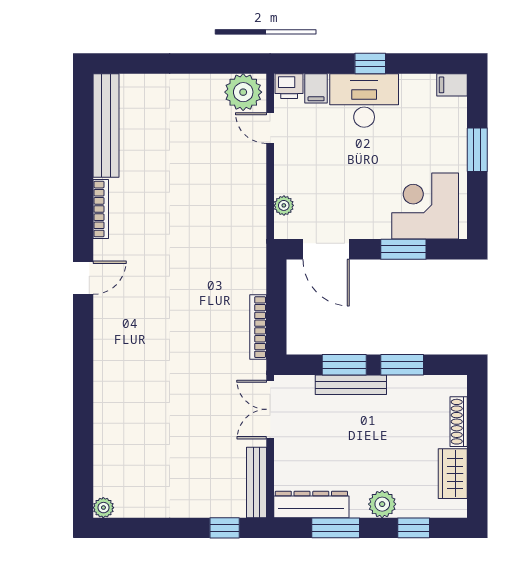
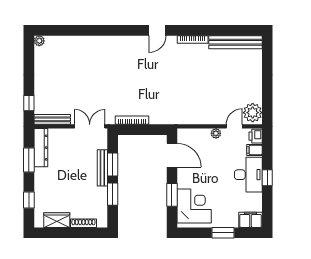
filing cabinet: (452, 85) -> (251, 220), width x2.00
plant: (284, 205) -> (216, 133), moved
door: (326, 249) -> (172, 155), swing flipped
door: (83, 278) -> (157, 30), hinge flipped
plant: (382, 504) -> (41, 184), removed

